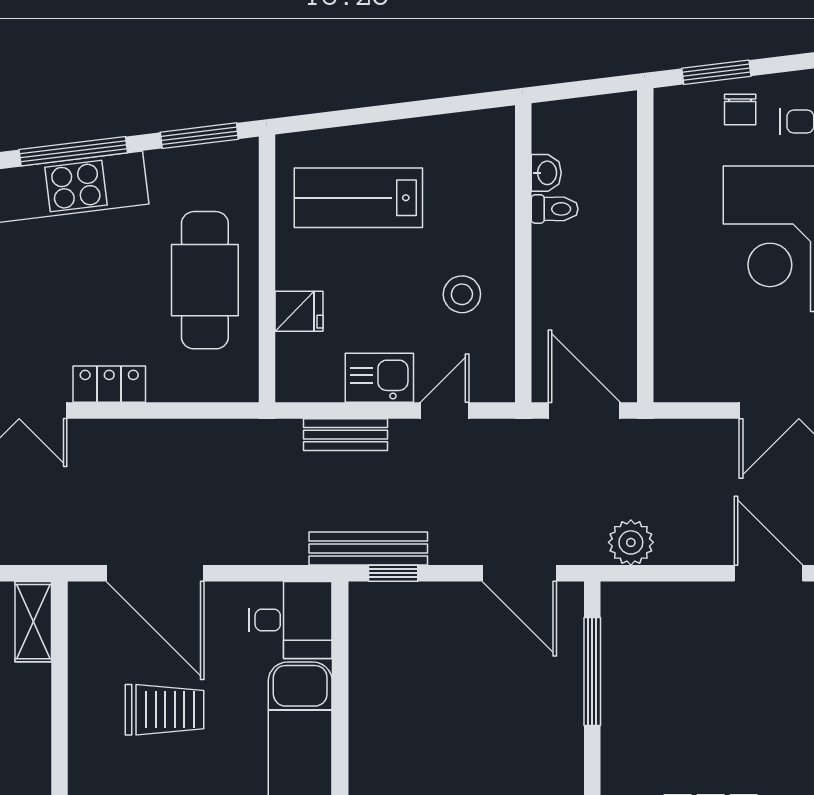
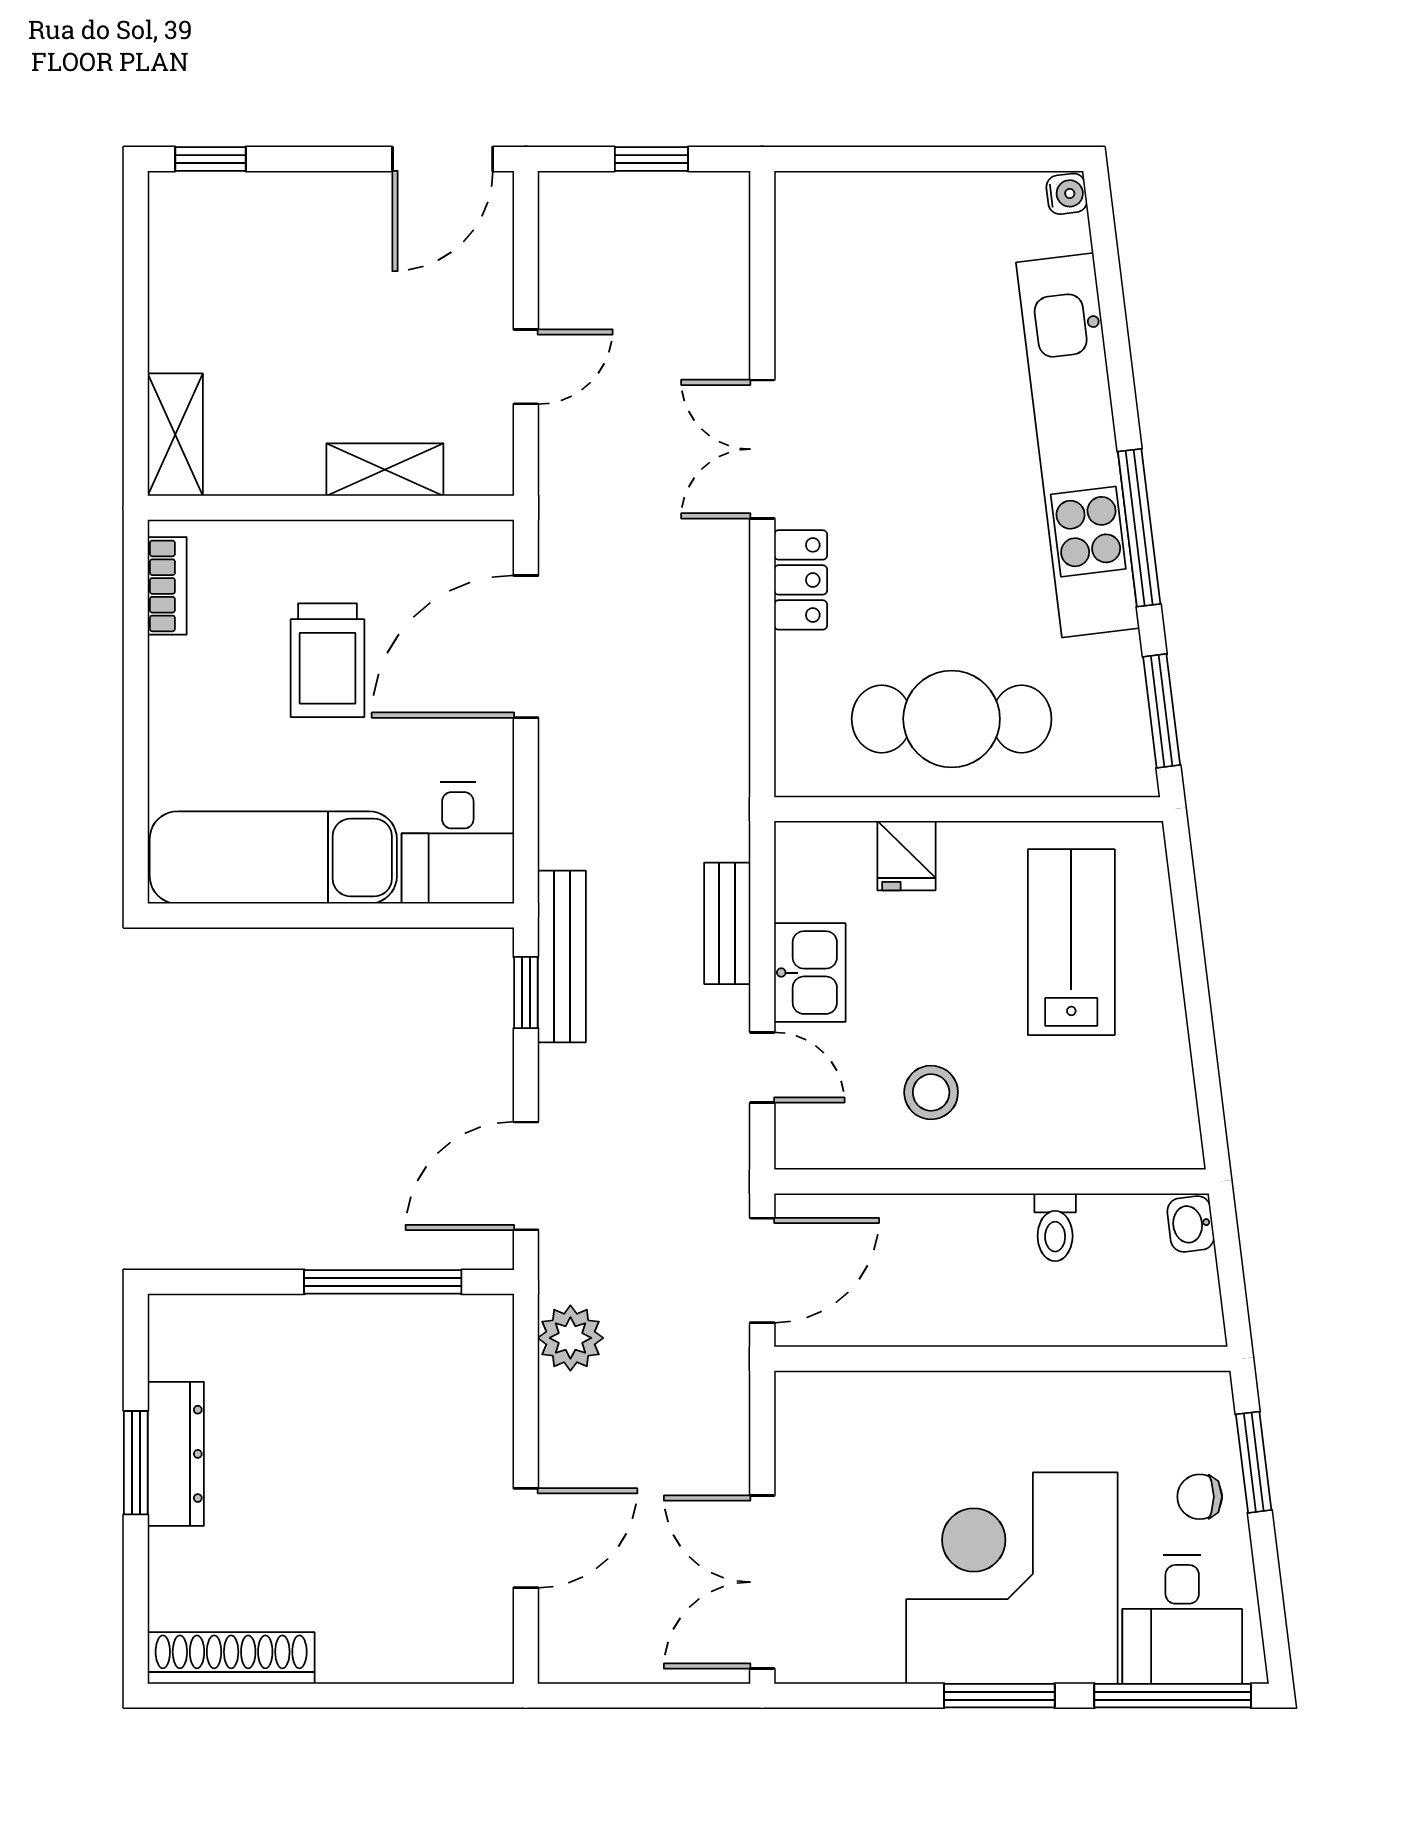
washbasin: (546, 173) -> (1191, 1224), moved, turned 83
shelving: (33, 622) -> (385, 470), moved

